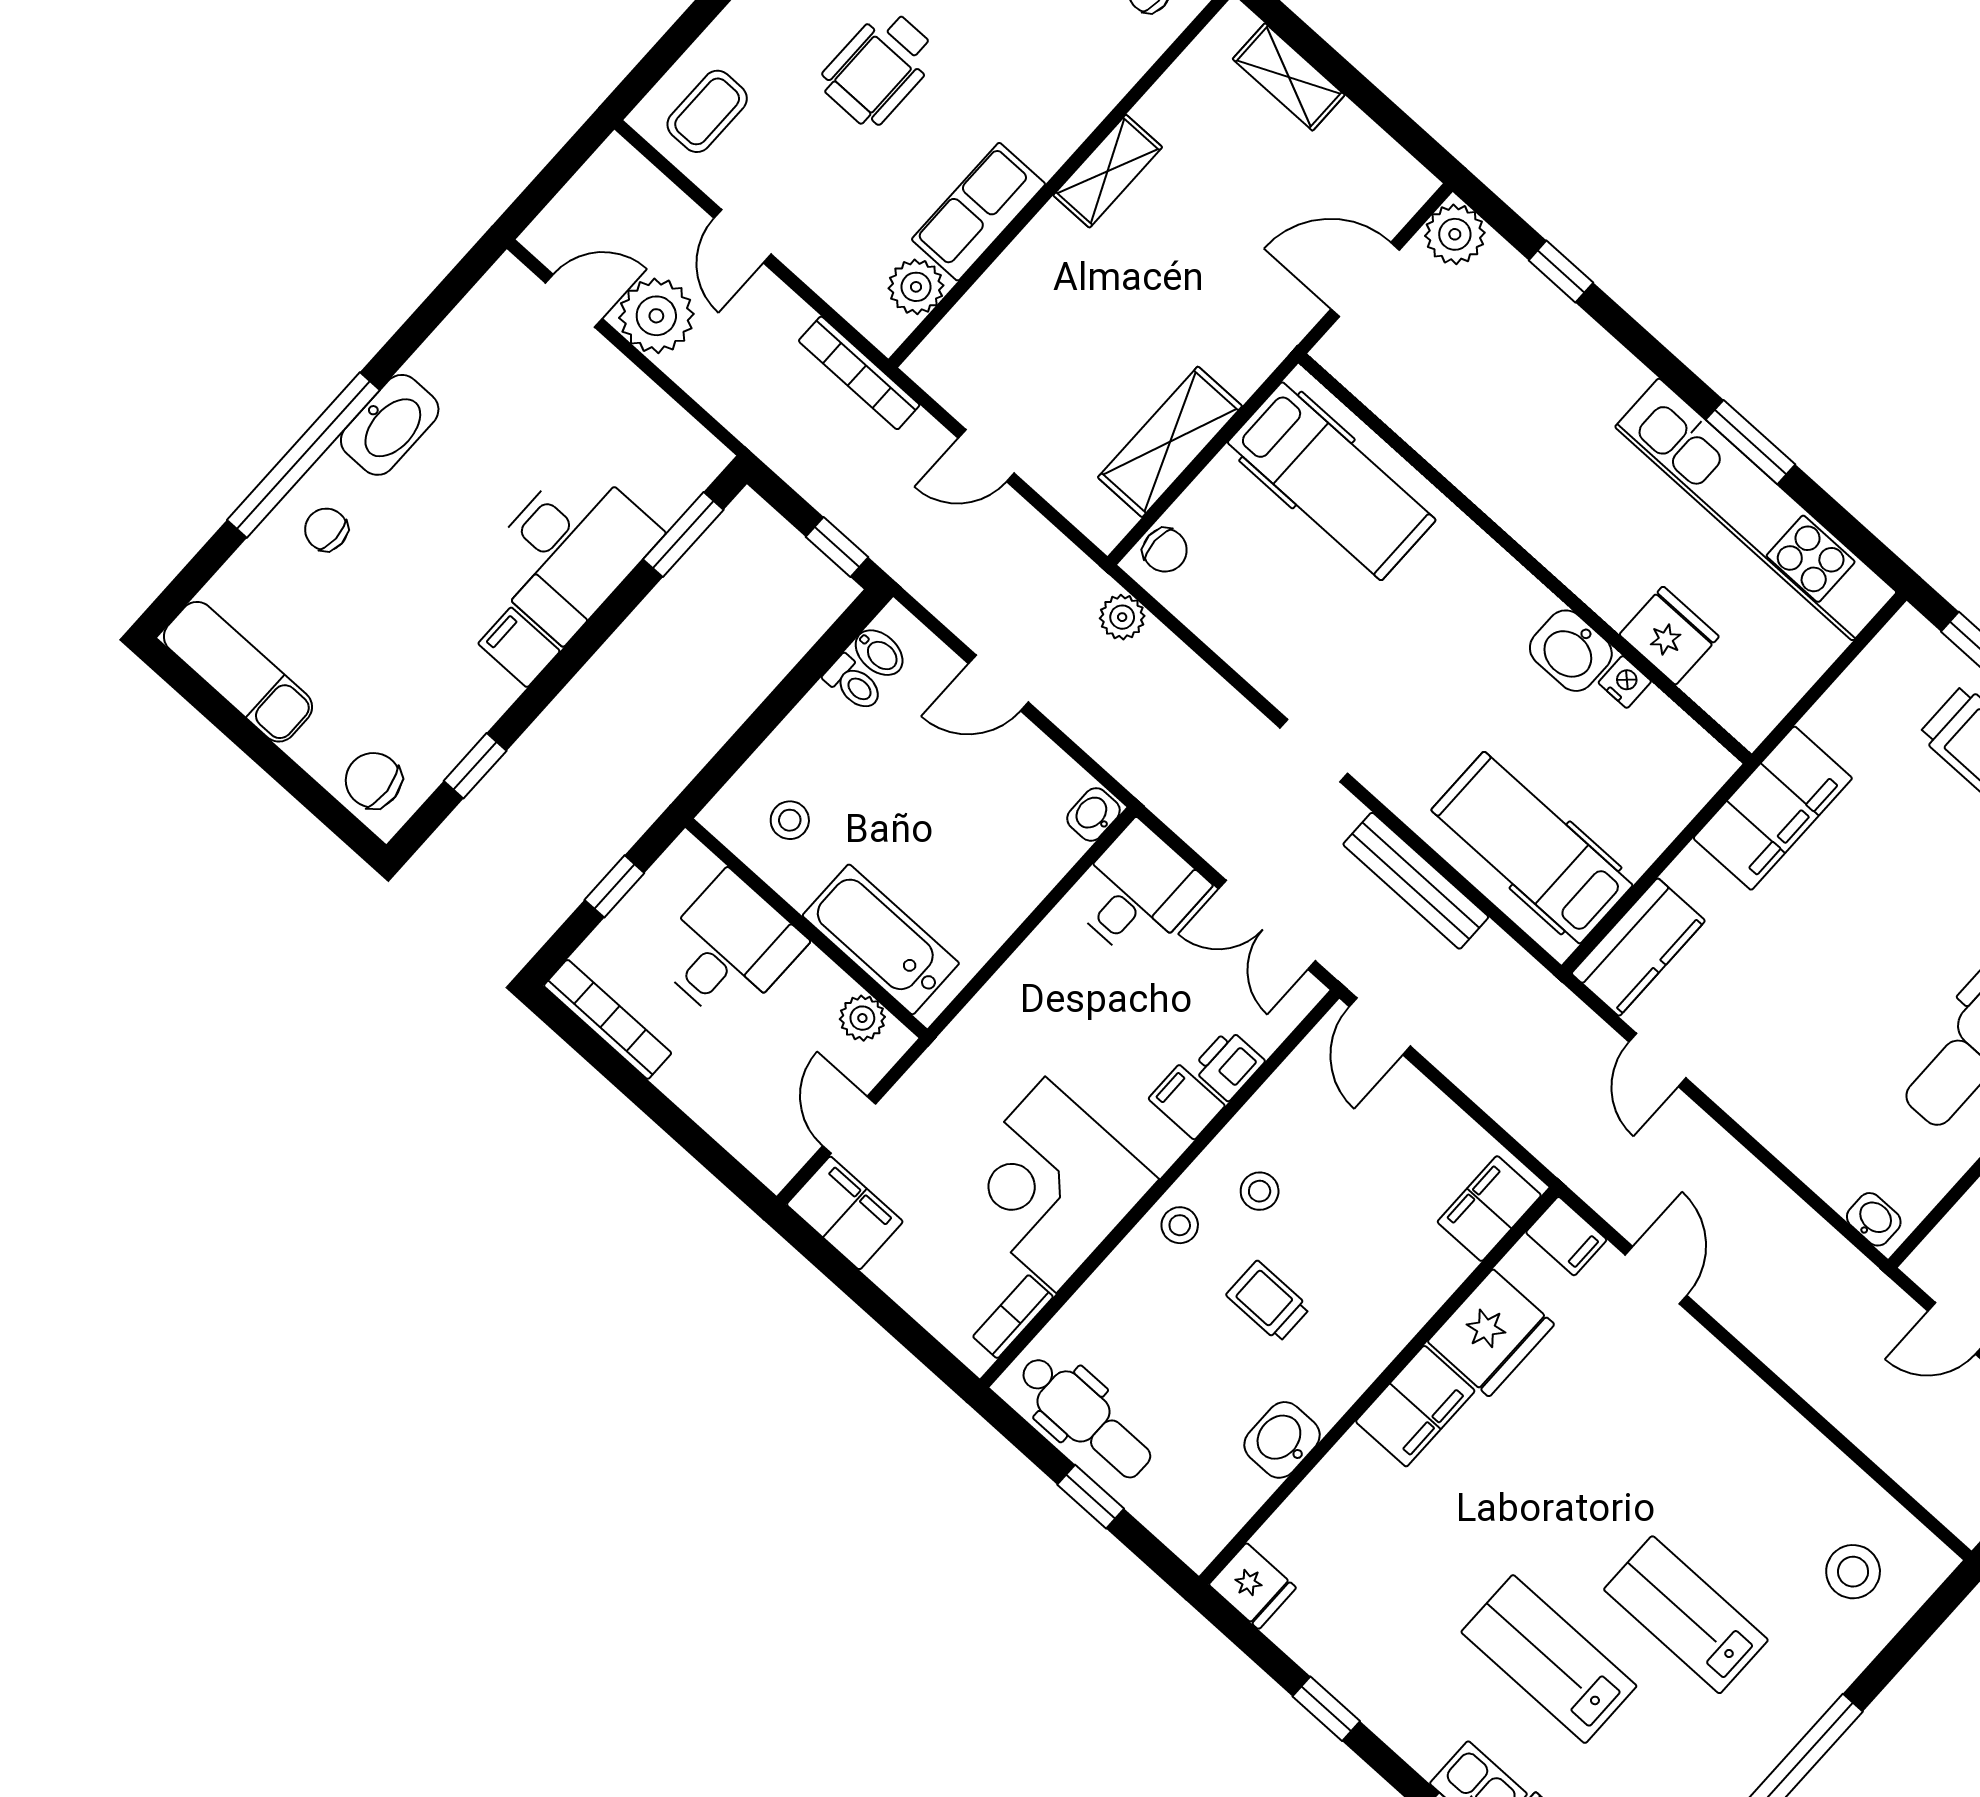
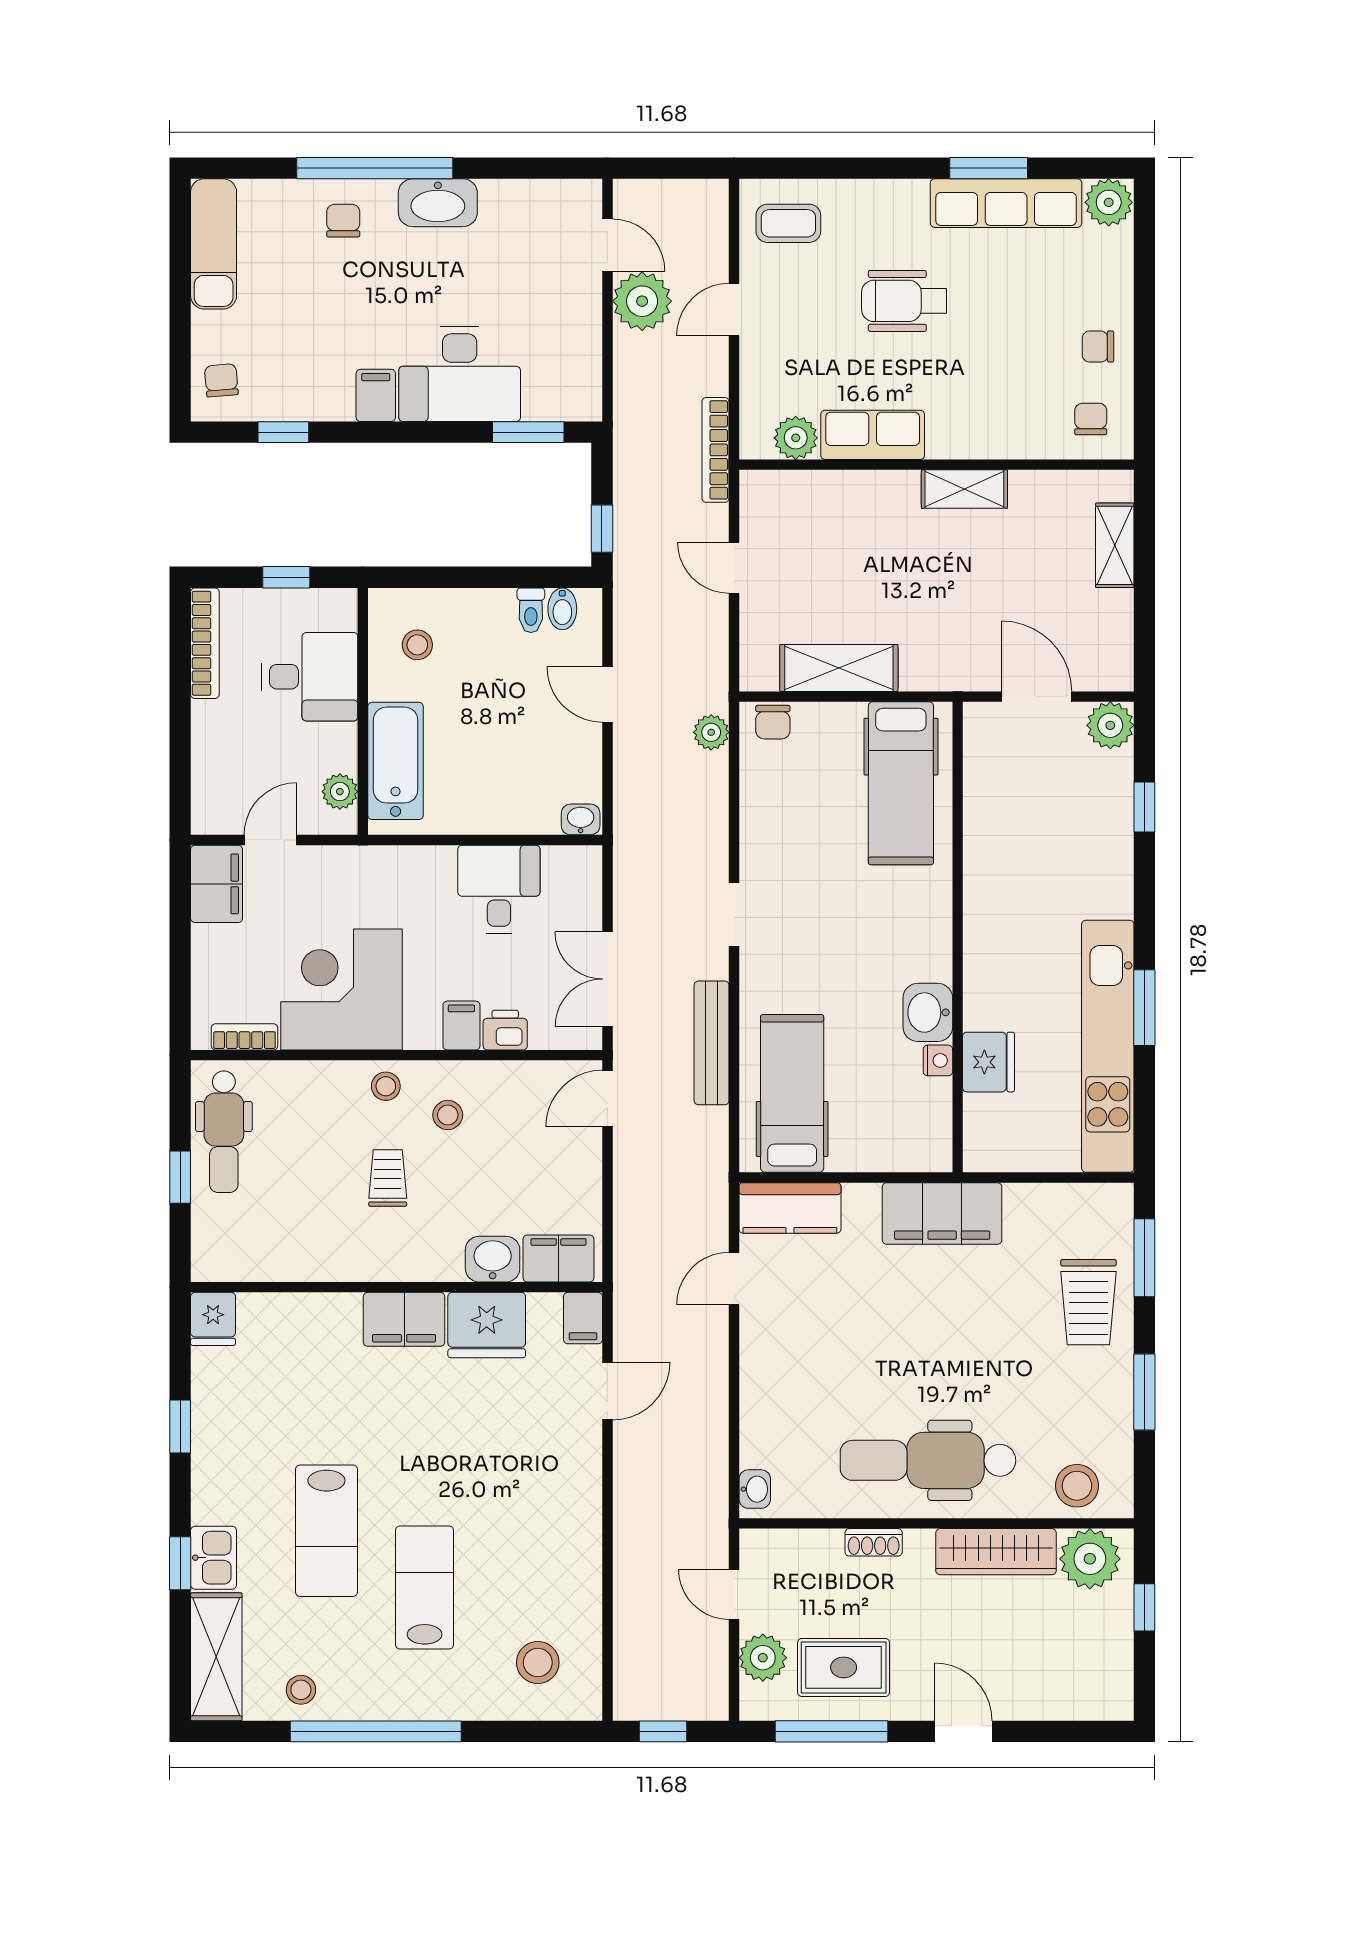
chair: (373, 780) -> (221, 380), width x0.73, depth x0.73
desk: (1137, 892) -> (499, 889), moved, turned -90
washbasin: (1282, 1440) -> (493, 1259), moved
lab bench: (1549, 1659) -> (326, 1531), turned 180

